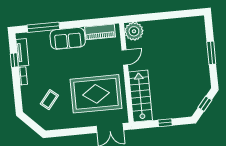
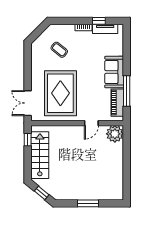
window: (43, 27) -> (127, 91), moved
door: (125, 57) -> (91, 123), hinge flipped
stairs: (141, 96) -> (40, 155), moved, turned -90
window: (165, 123) -> (28, 140), moved

